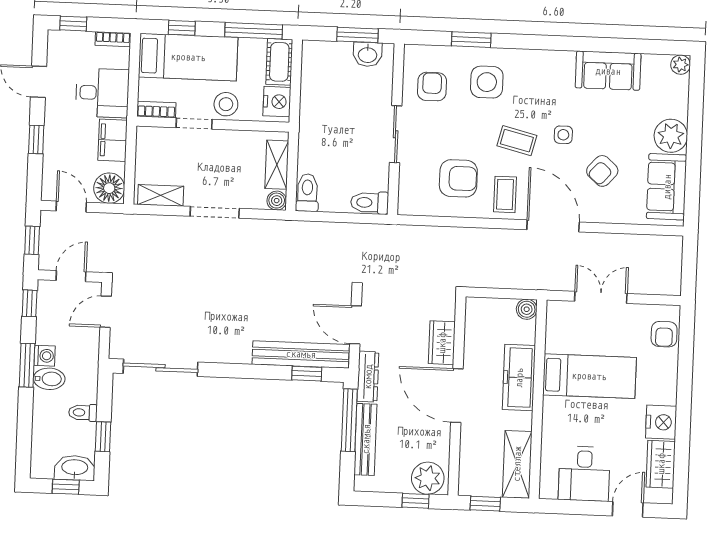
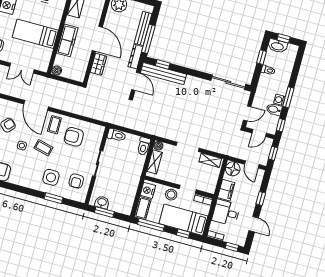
bidet: (49, 379) -> (274, 109), moved

